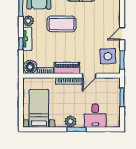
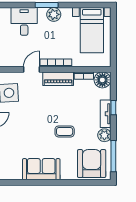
coffee table: (62, 24) -> (65, 131), width x0.54, depth x0.58

